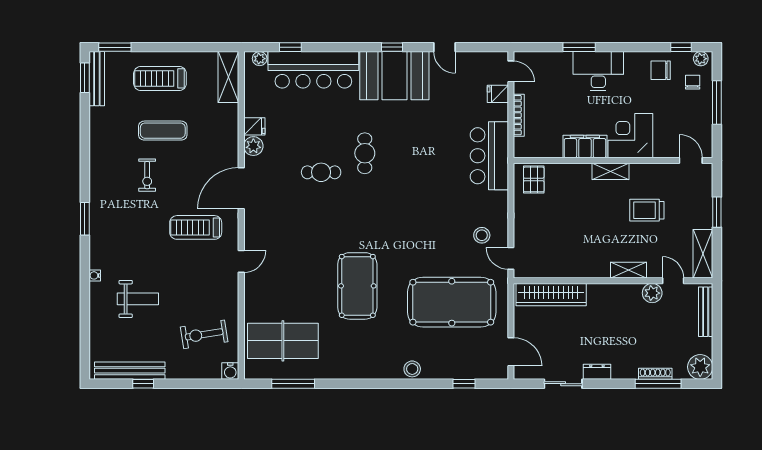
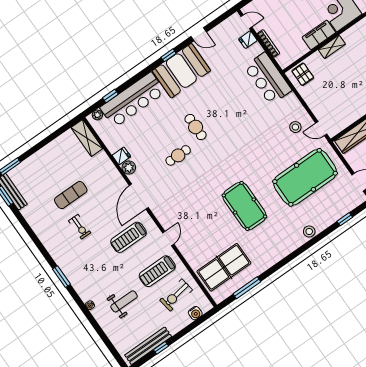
treadmill: (160, 78) -> (157, 271), moved
shelving: (610, 171) -> (332, 47), moved
water cooler: (230, 371) -> (195, 313), moved

